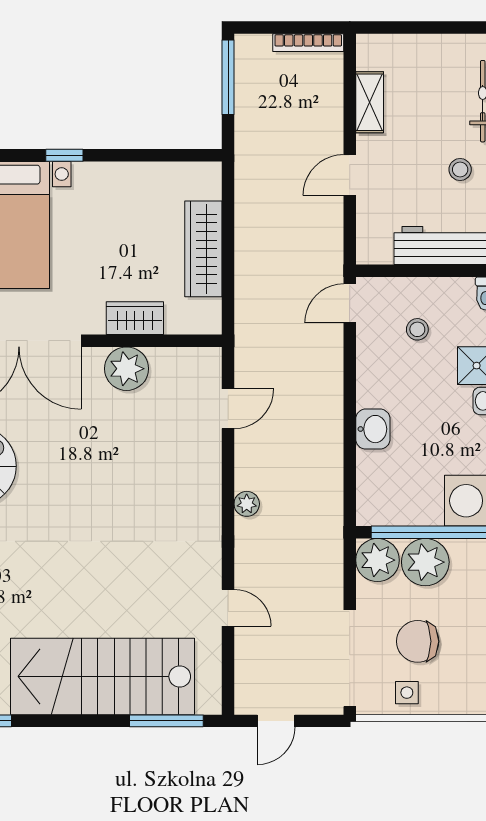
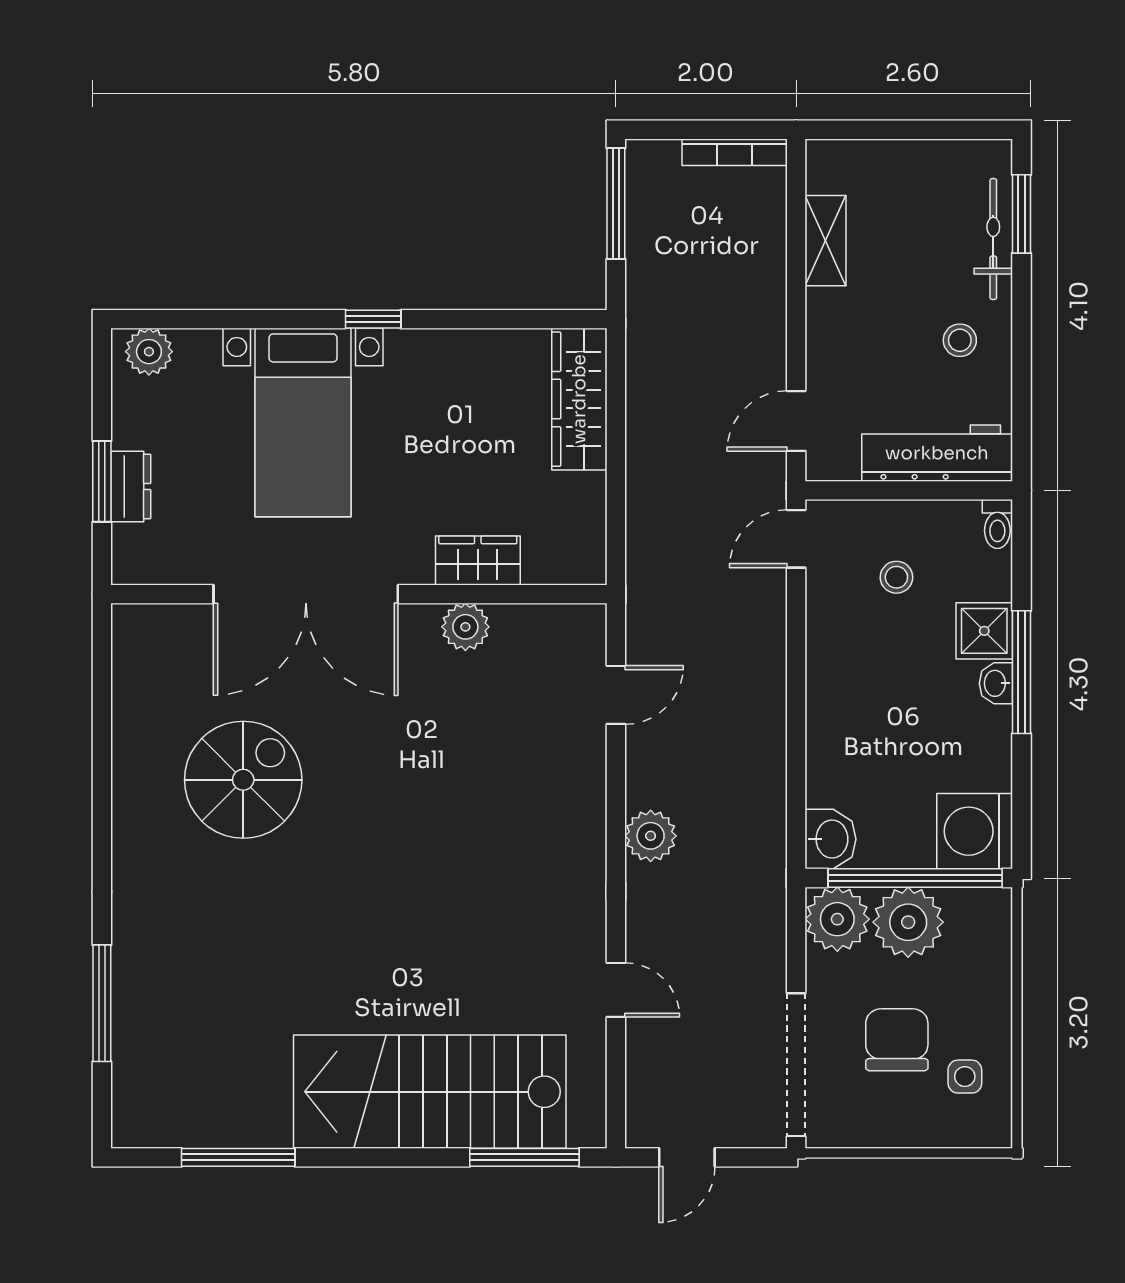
door: (350, 175) -> (796, 421), moved
wardrobe: (203, 249) -> (579, 399), moved
plant: (127, 369) -> (465, 627), width x0.73, depth x0.73
washbasin: (373, 429) -> (830, 839), moved
plant: (247, 504) -> (651, 836), width x1.38, depth x1.38
chair: (418, 641) -> (897, 1040), turned 90
side table: (407, 693) -> (965, 1077), moved

